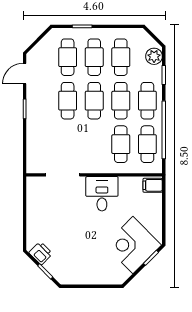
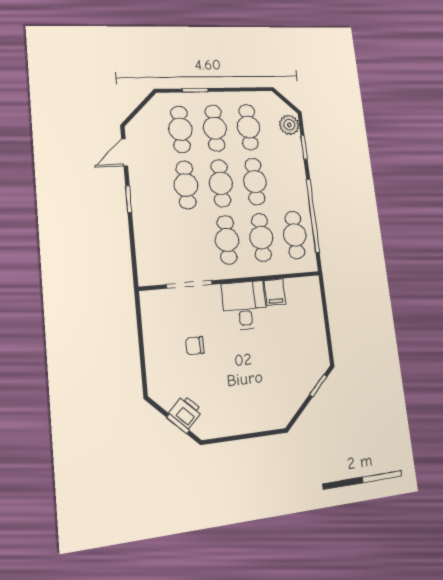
cafe table: (147, 101) -> (227, 240), moved
filing cabinet: (153, 185) -> (275, 292), moved, turned -90
chair: (62, 219) -> (195, 346), added
corner desk: (133, 245) -> (293, 371), removed
printer: (41, 253) -> (186, 412), moved

